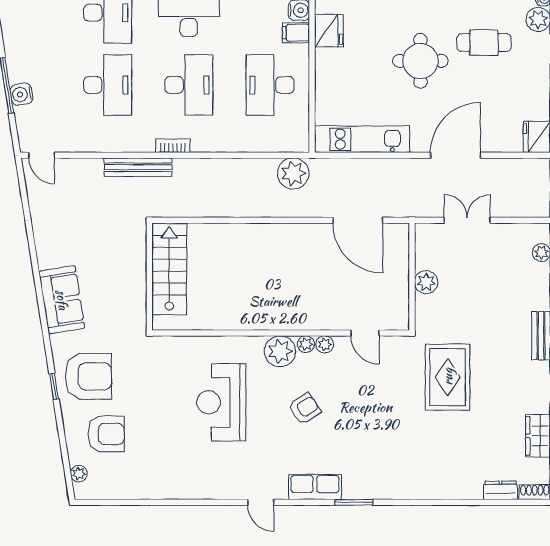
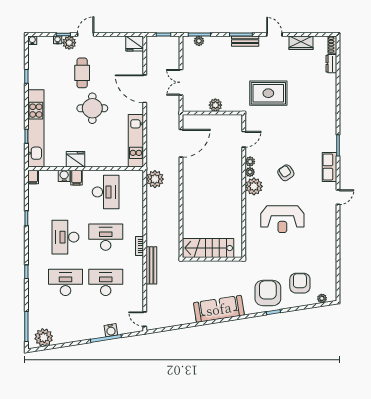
desk: (270, 85) -> (106, 192), turned -90
door: (42, 155) -> (145, 319), swing flipped
sofa: (62, 300) -> (219, 309), width x1.36

